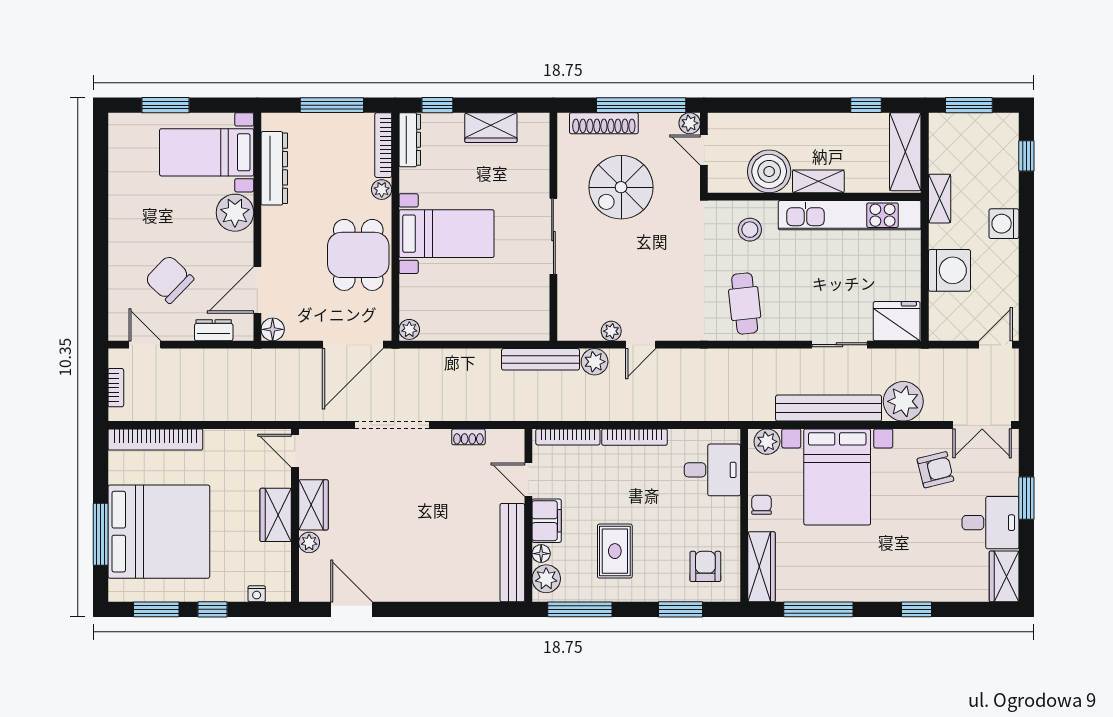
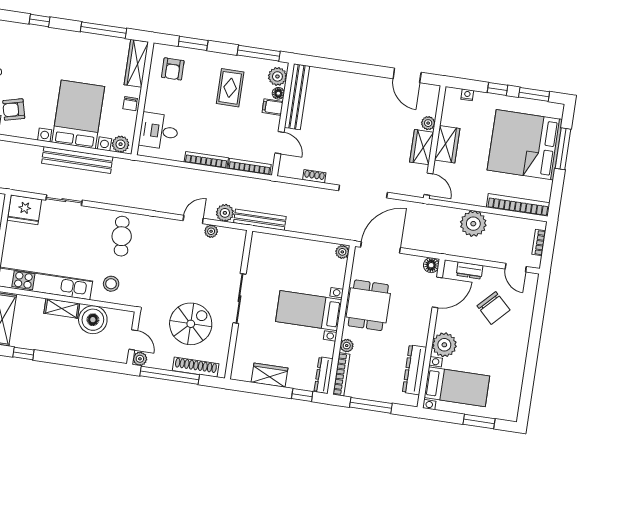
plant: (903, 401) -> (473, 224), moved
filing cabinet: (547, 521) -> (273, 107), width x0.50

